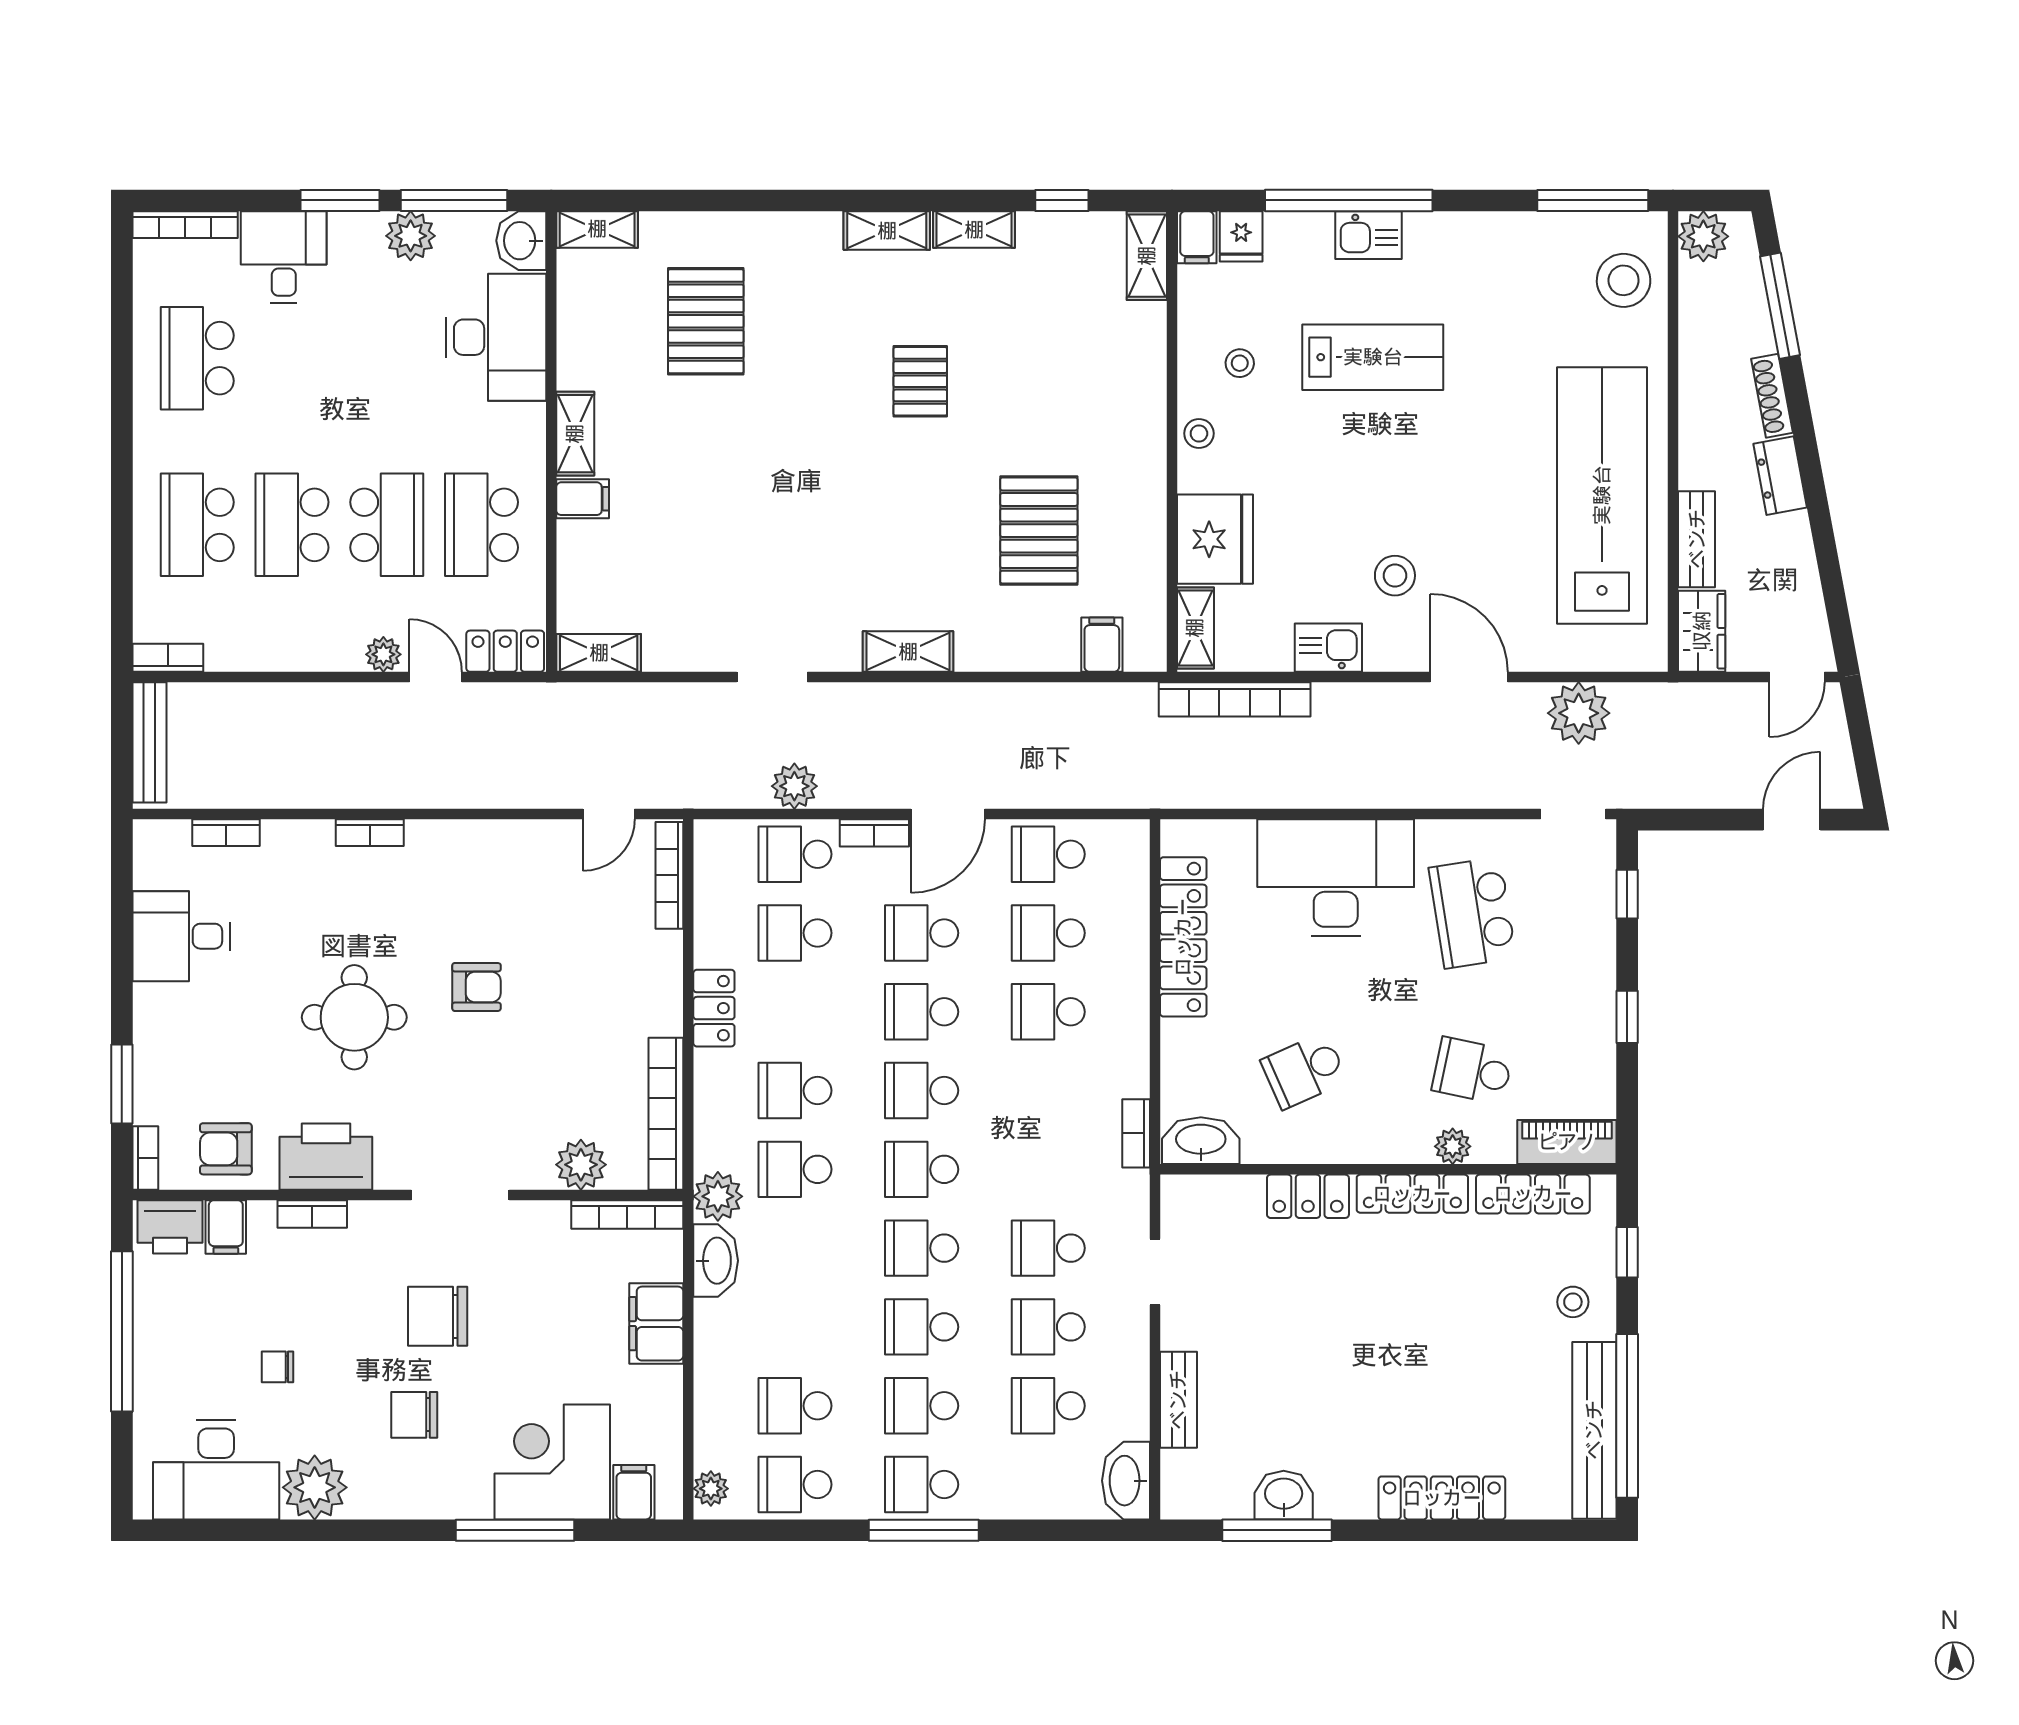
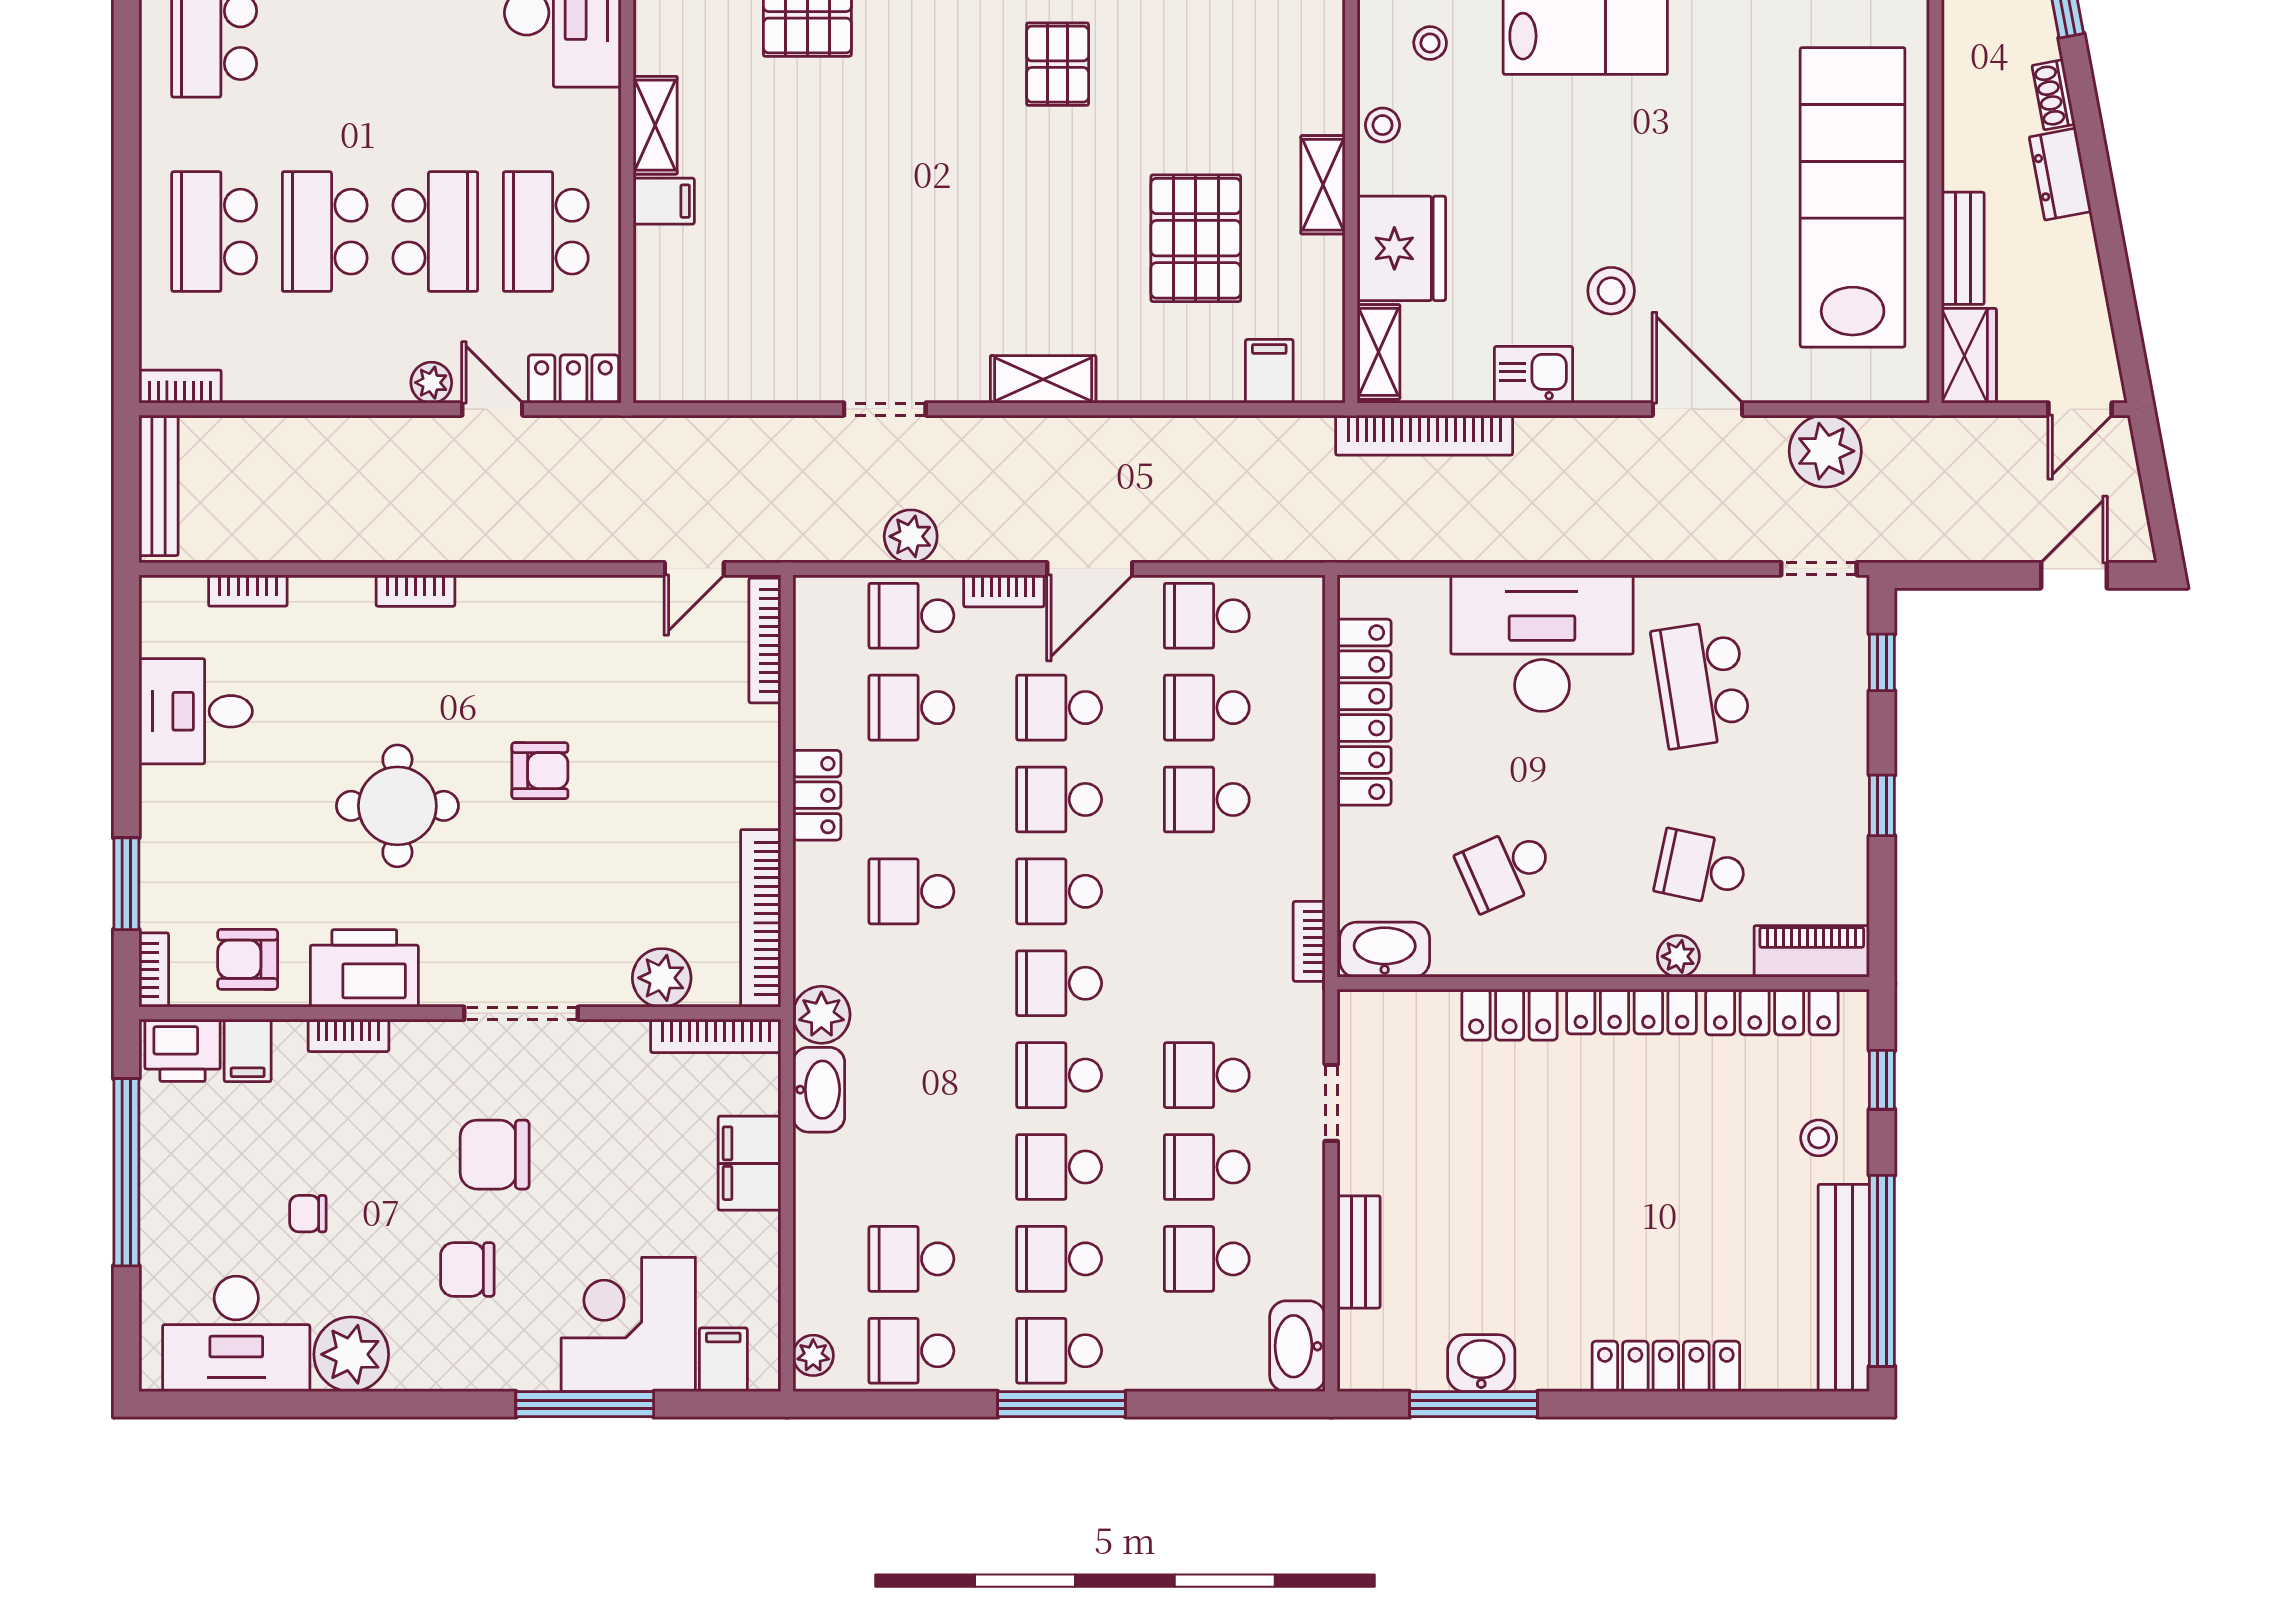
shoe rack: (1772, 396) -> (2054, 95), width x0.70
shelving: (599, 653) -> (1323, 185), moved, turned 90
school desk: (795, 1169) -> (911, 983), removed

